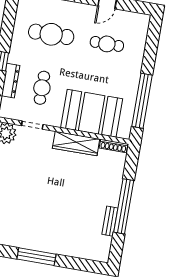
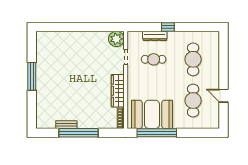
cafe table: (107, 44) -> (193, 101), width x1.37, depth x1.35
booth: (92, 113) -> (152, 114), moved, turned 90

